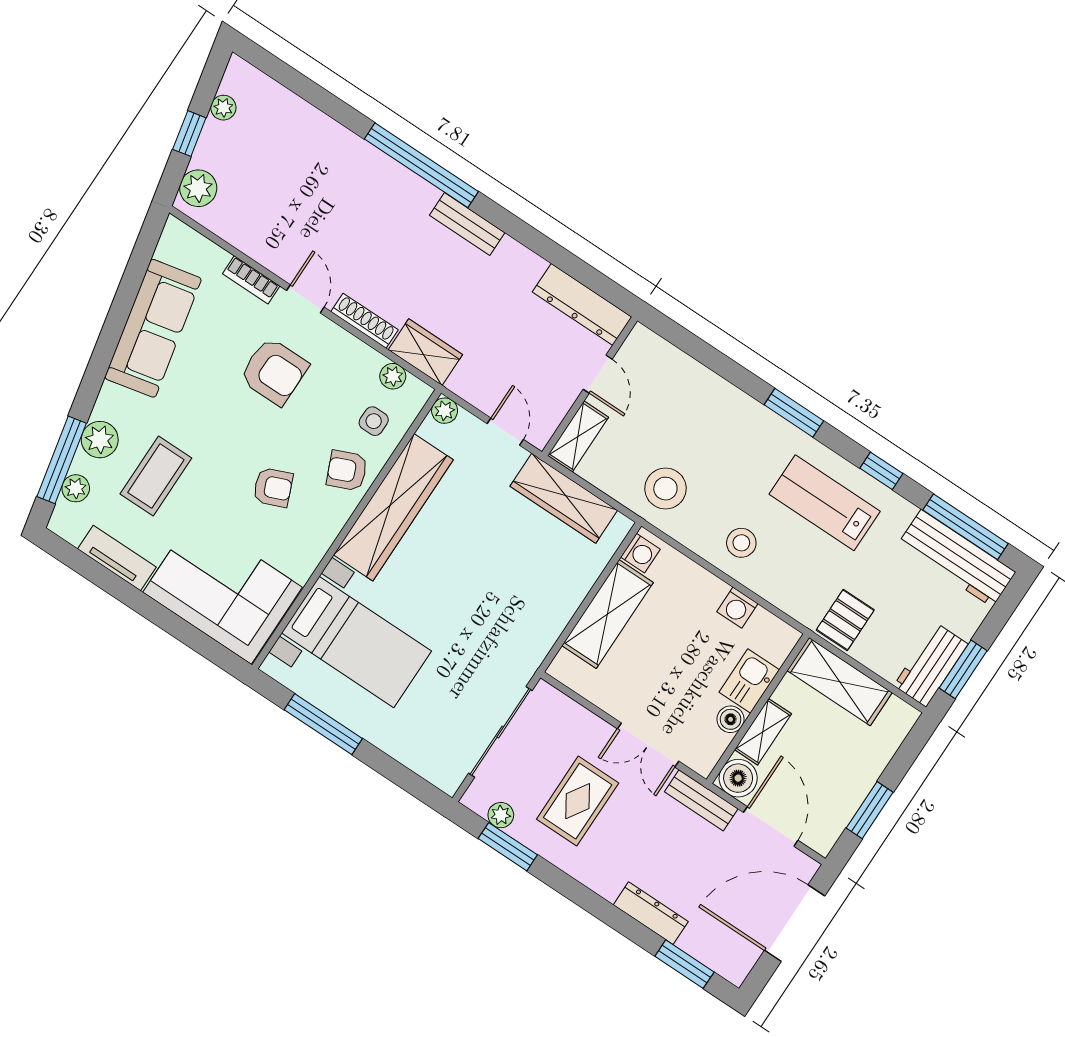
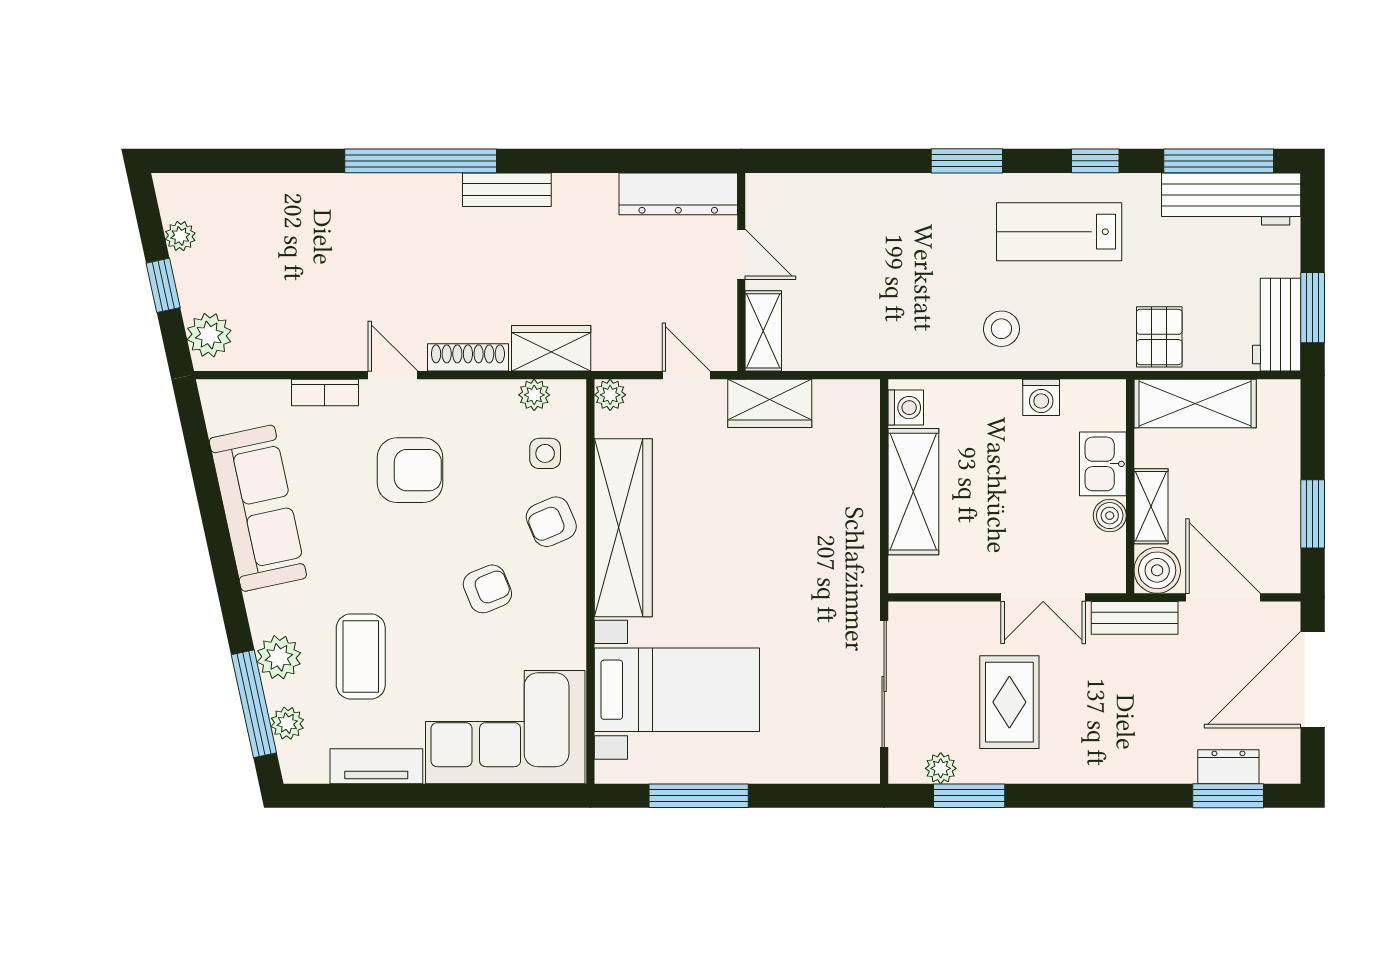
stool: (665, 489) -> (888, 325), removed
wardrobe: (564, 498) -> (770, 403), width x0.67
dresser: (651, 913) -> (1228, 767), moved, width x0.70

